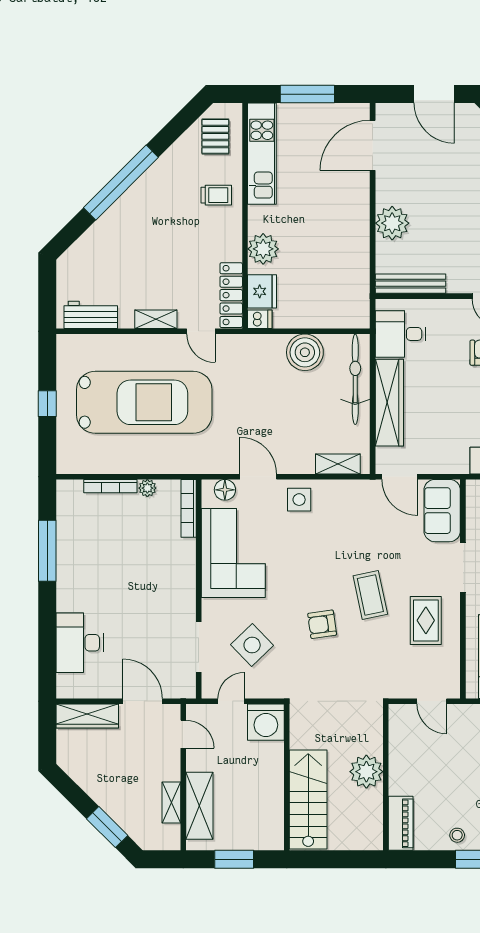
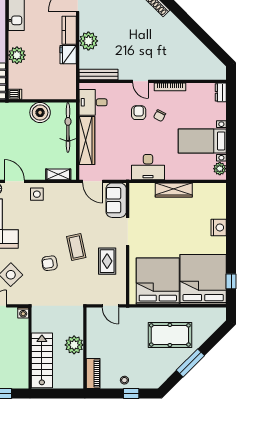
kitchen counter: (357, 204) -> (69, 30), added
fridge: (262, 291) -> (68, 55), moved, turned 180
washing machine: (266, 722) -> (23, 313), width x0.53, depth x0.53

